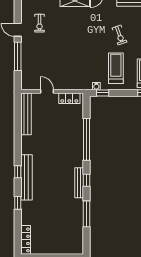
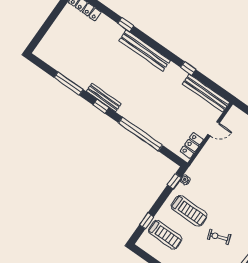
window: (18, 172) -> (188, 68), moved

